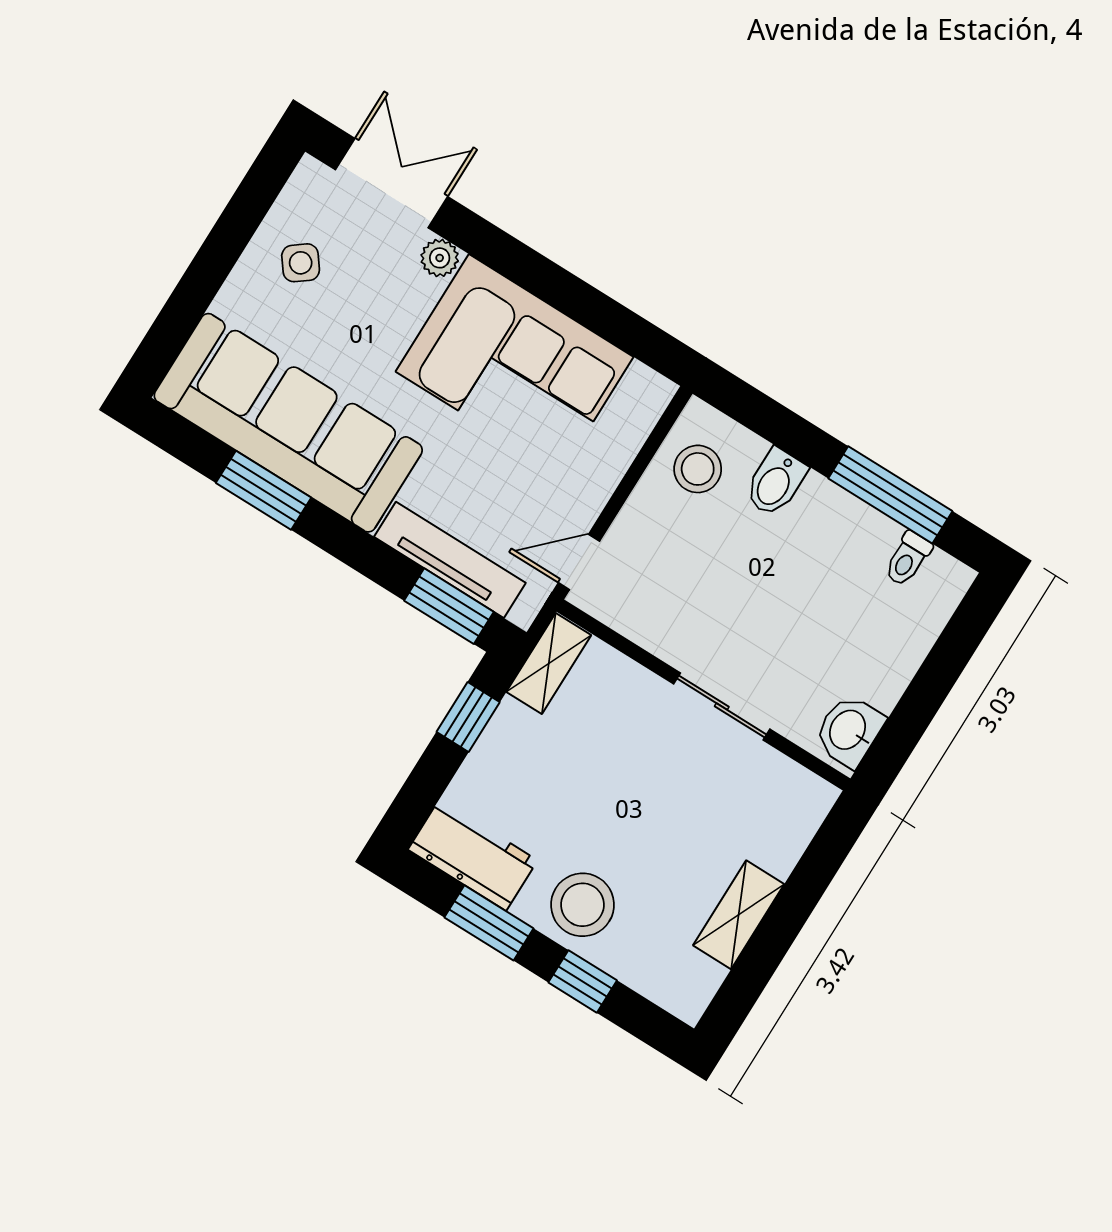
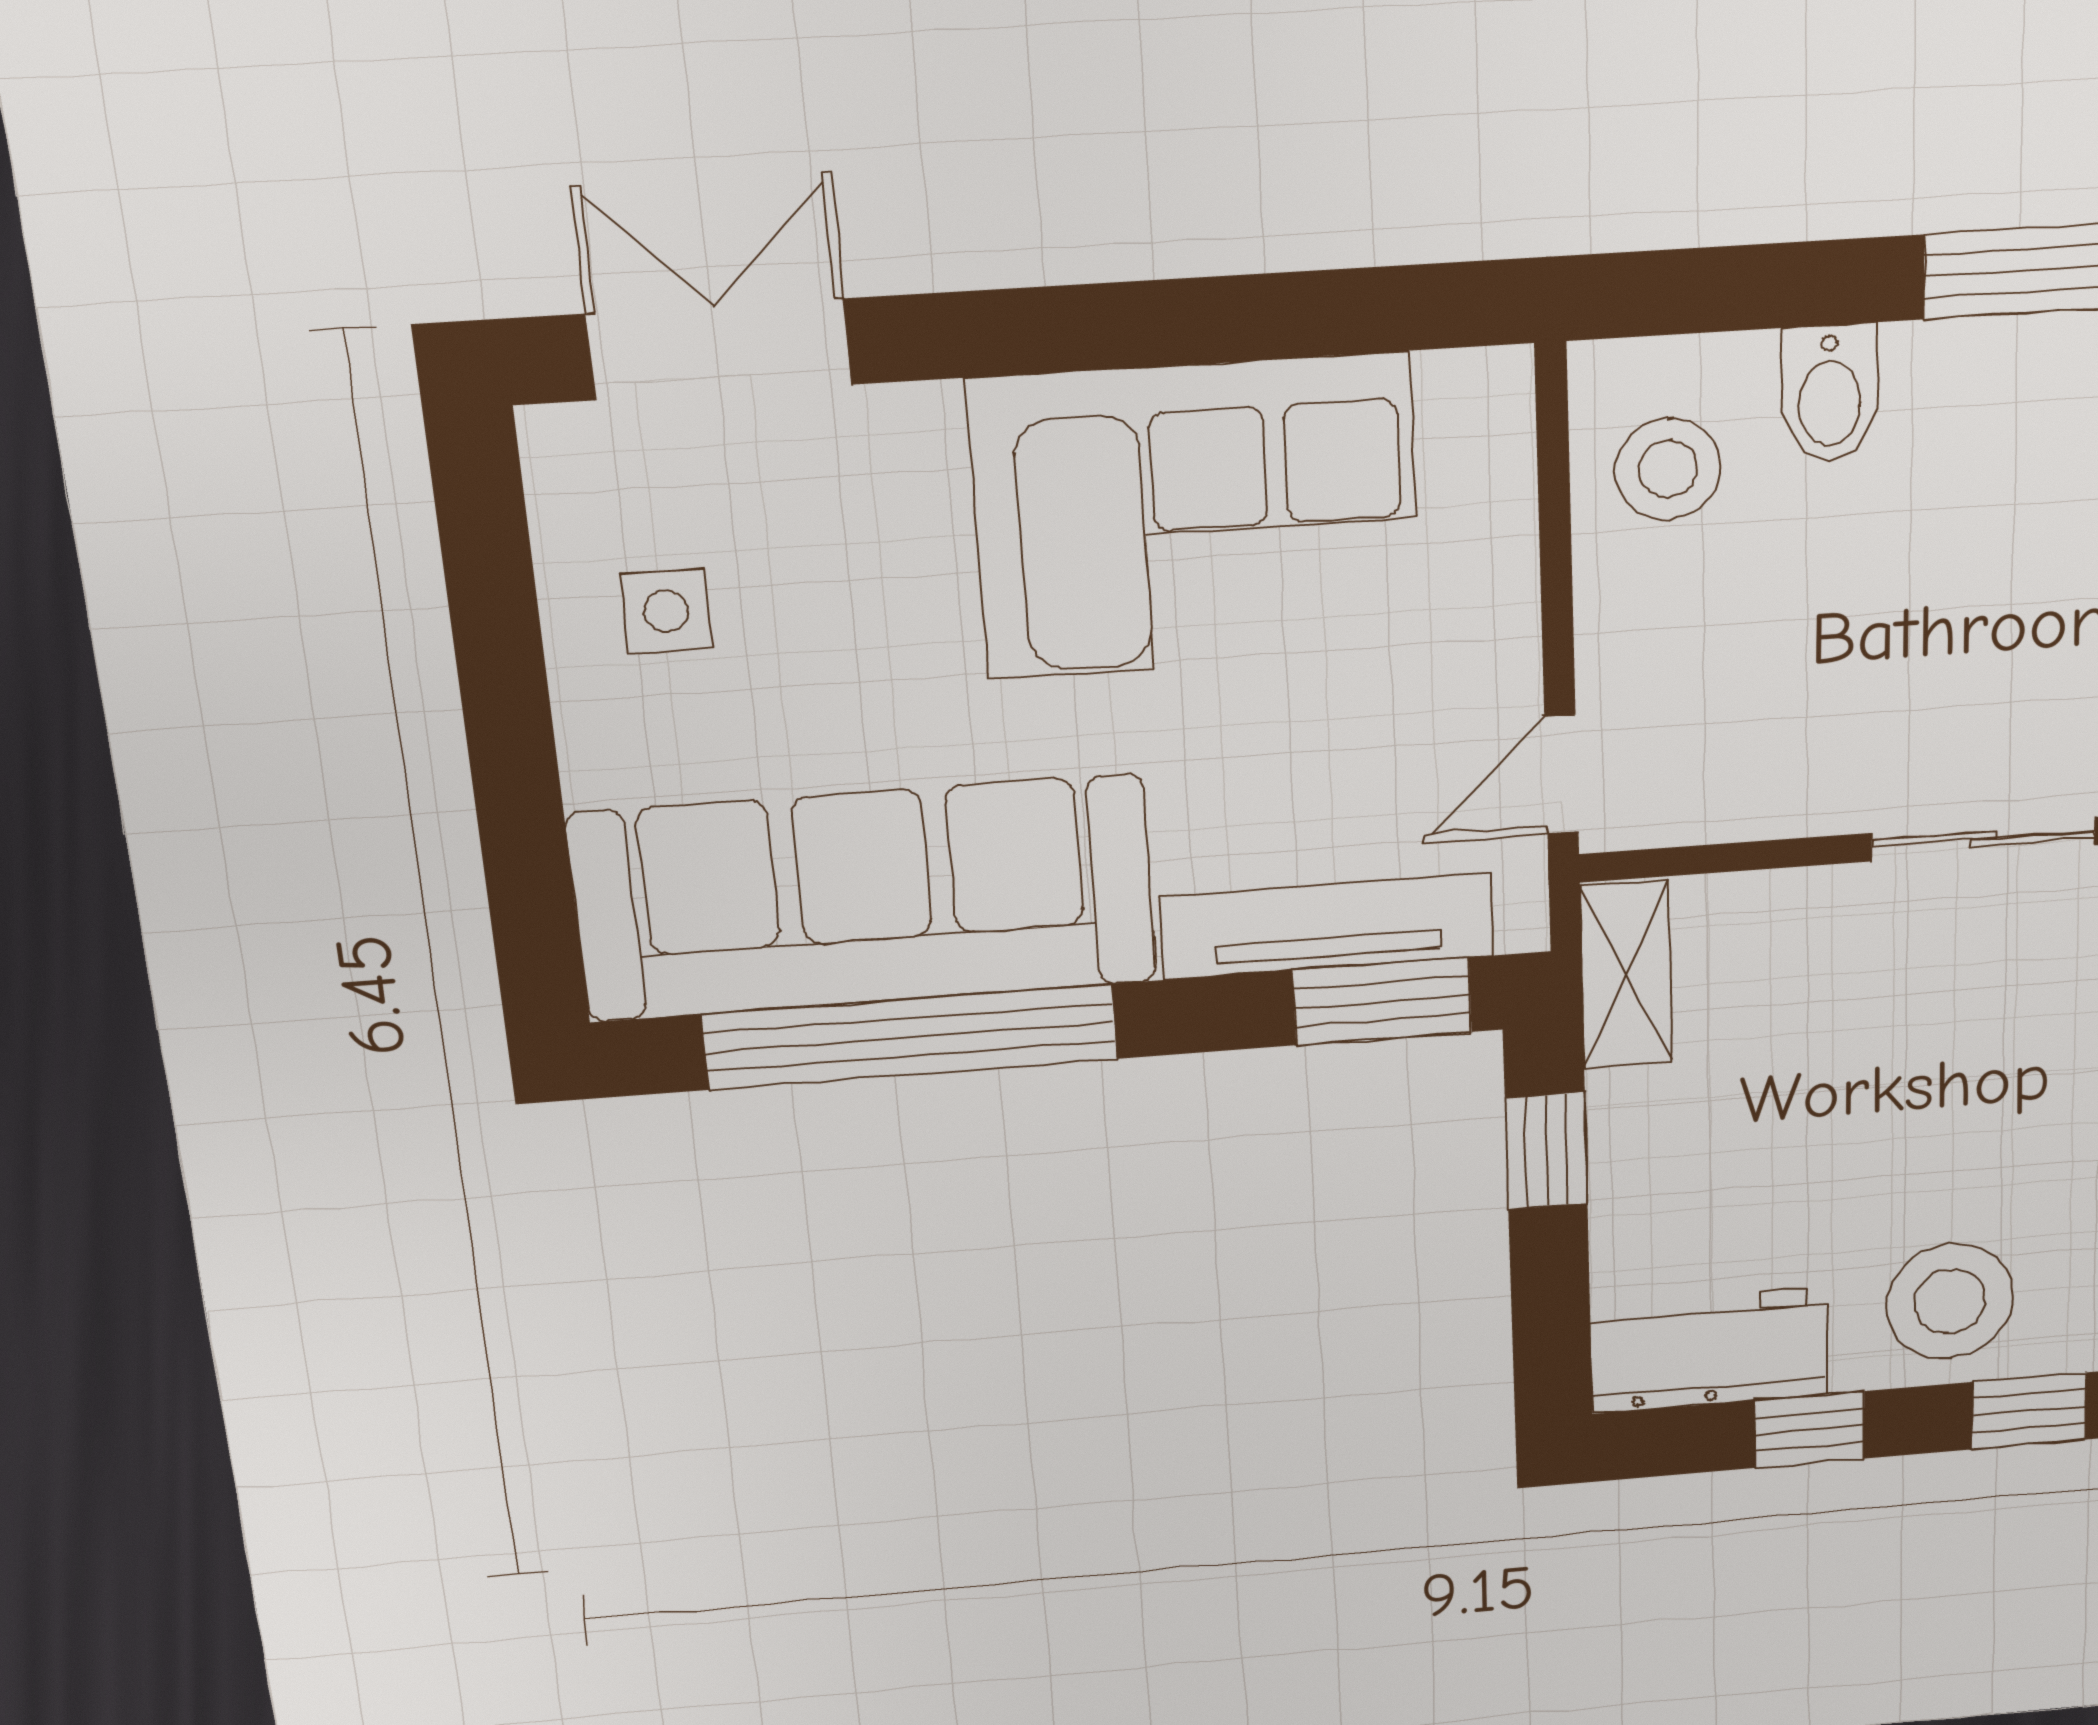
plant: (440, 258) -> (915, 423), removed
side table: (301, 263) -> (666, 611), turned 37
window: (263, 490) -> (911, 1037), width x2.11
window: (489, 923) -> (1809, 1430), width x0.67

